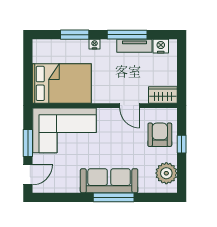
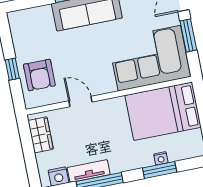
nightstand: (95, 44) -> (161, 158), moved
wardrobe: (163, 95) -> (41, 135), moved, turned -90
plant: (166, 173) -> (23, 33), removed

